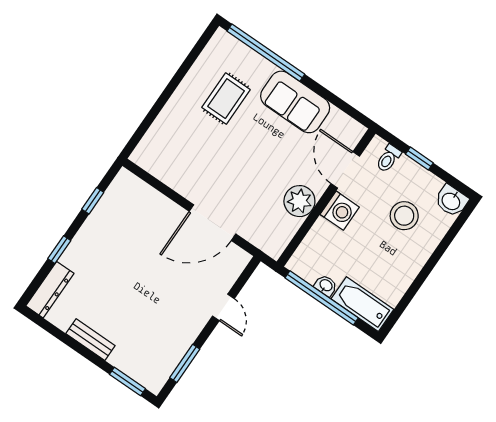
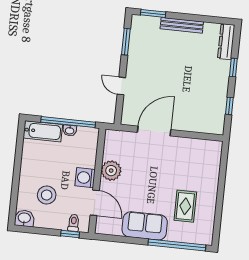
window: (419, 158) -> (70, 234), moved
bench: (90, 340) -> (182, 25), width x1.36

